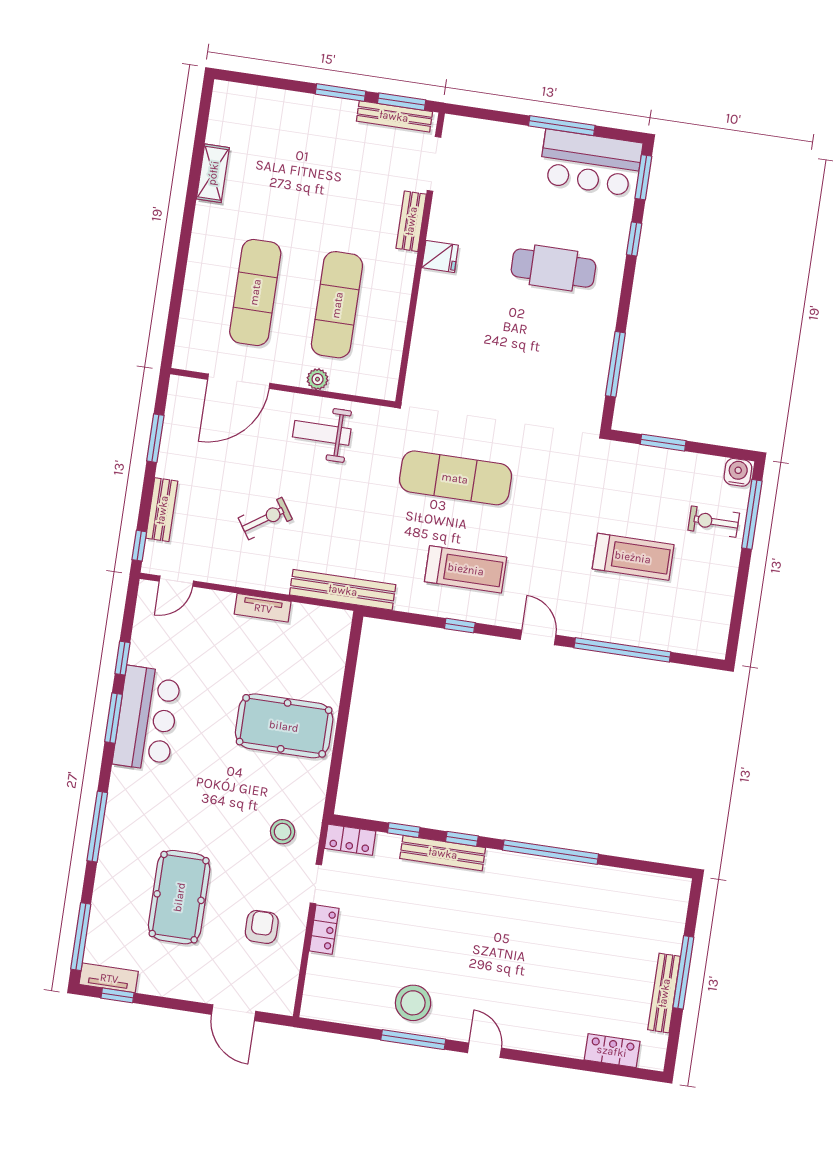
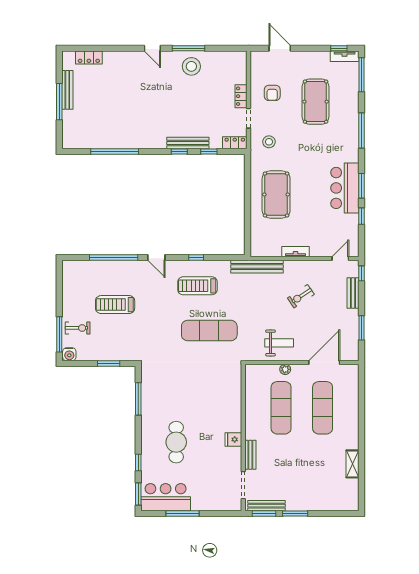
cafe table: (553, 268) -> (176, 442), turned 90
pool table: (284, 726) -> (276, 195), turned 90
window: (551, 852) -> (115, 152), moved

